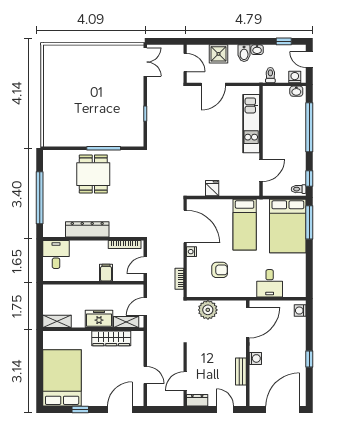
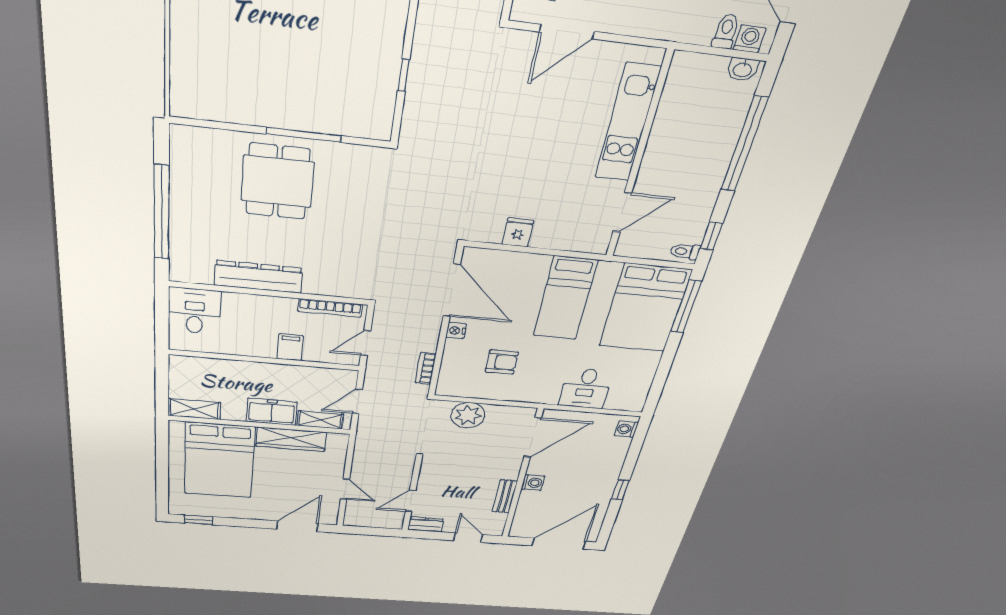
toilet: (270, 75) -> (726, 31), moved
bed: (62, 378) -> (219, 461), moved, turned 180
window: (80, 410) -> (199, 520), moved

